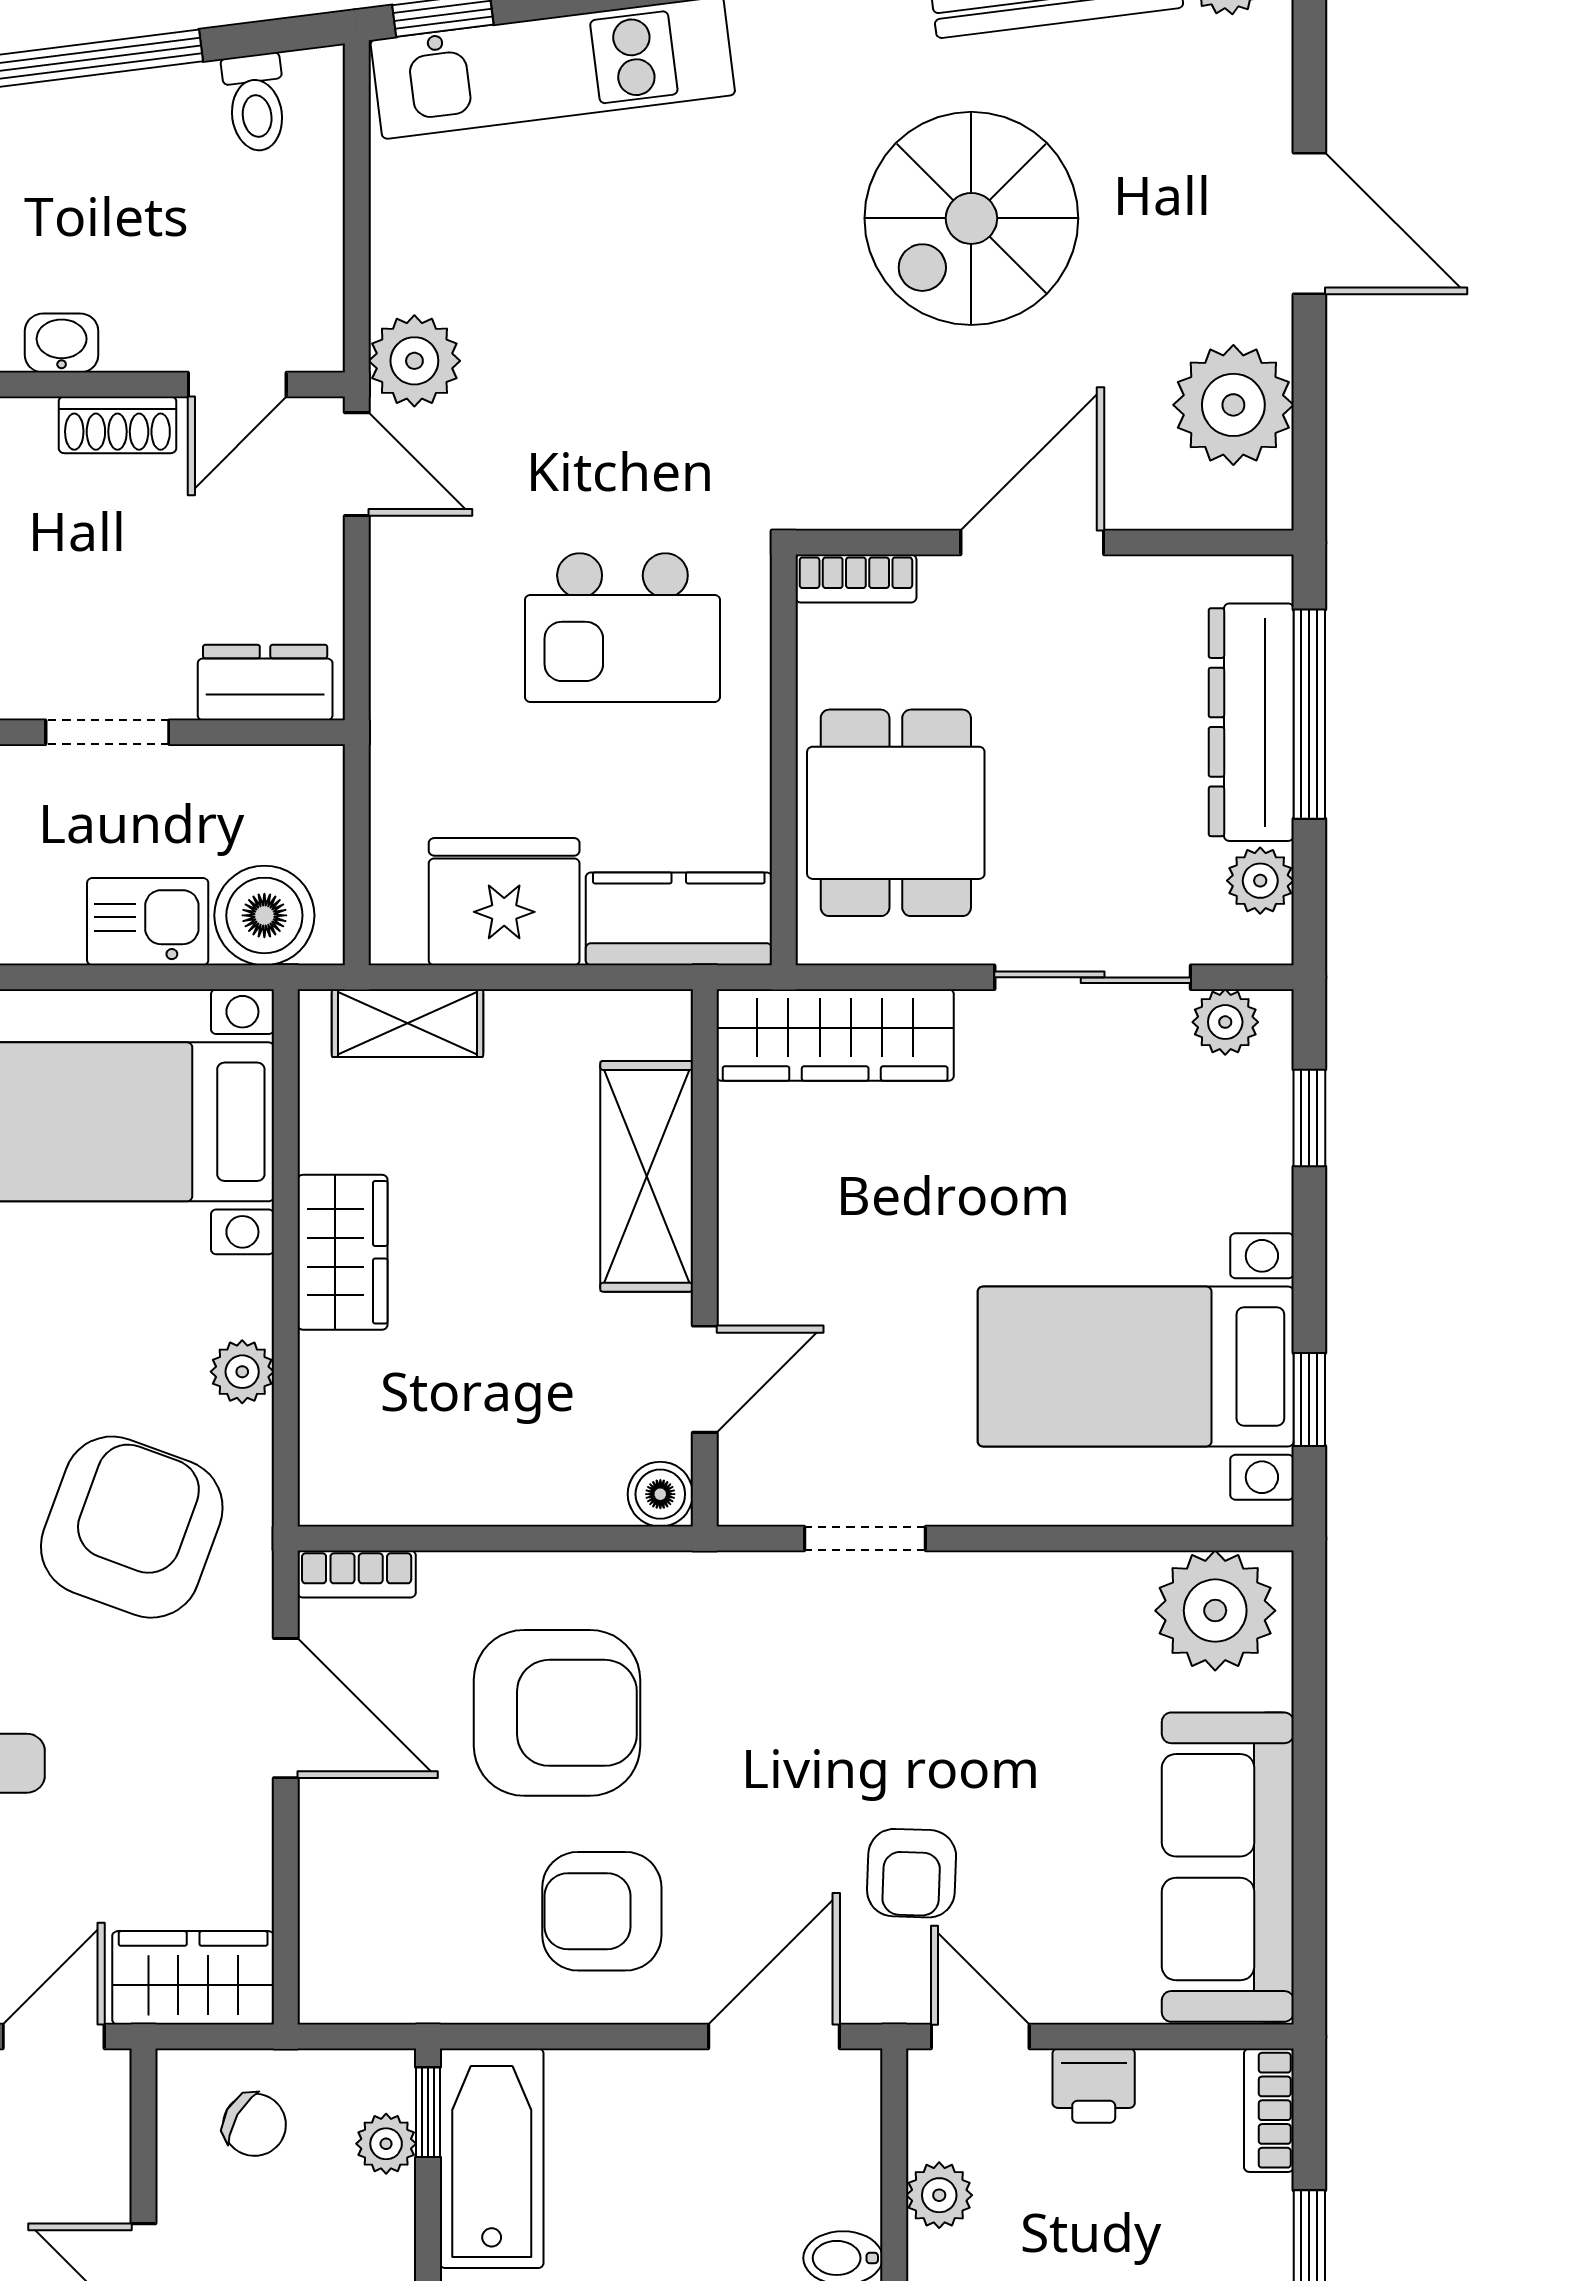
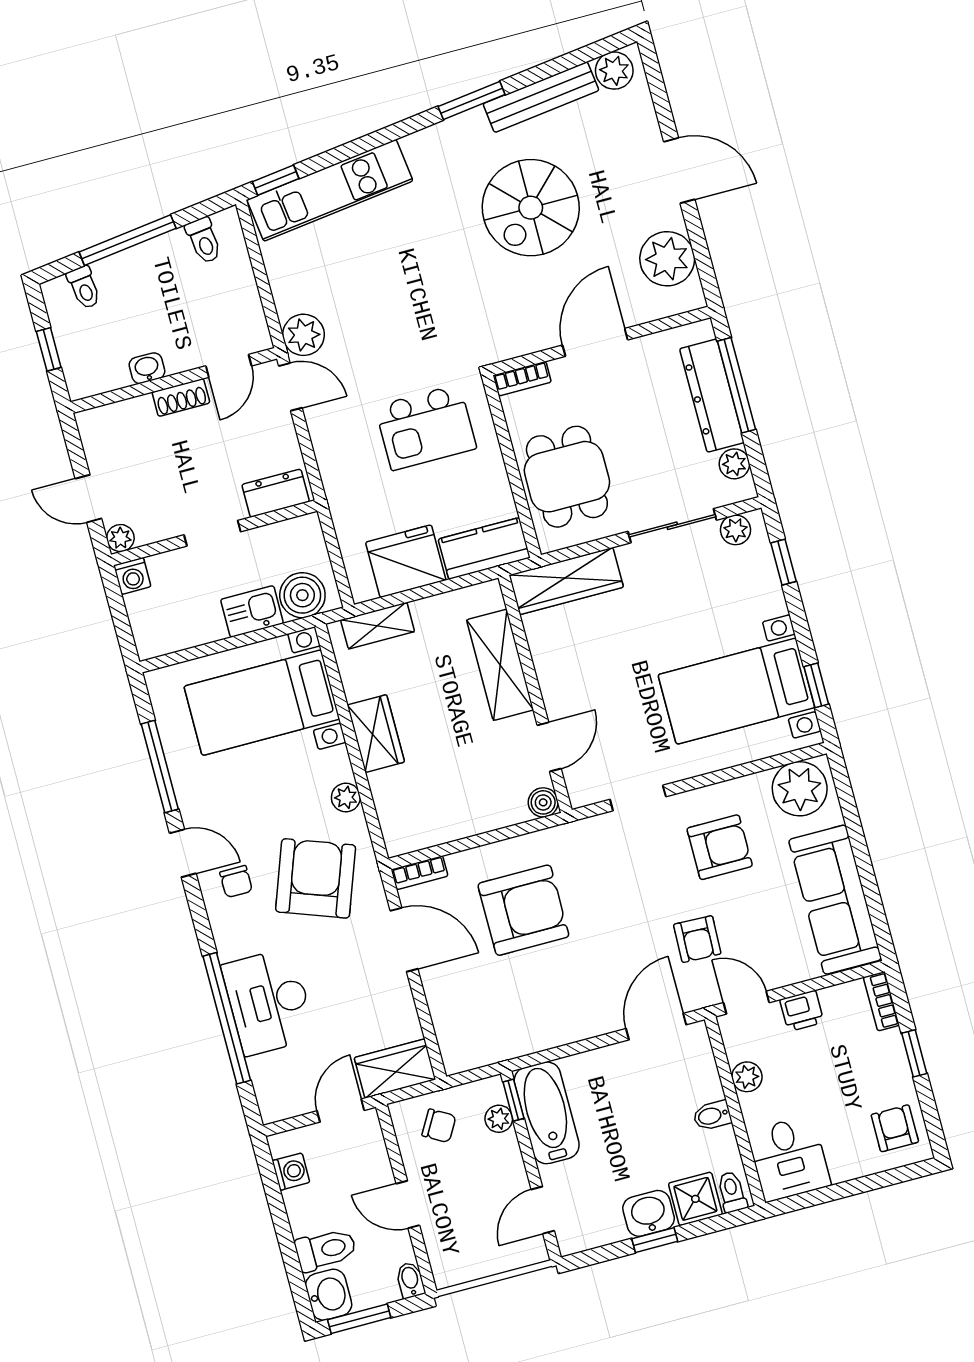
armchair: (602, 1911) -> (720, 847), moved, turned 180

